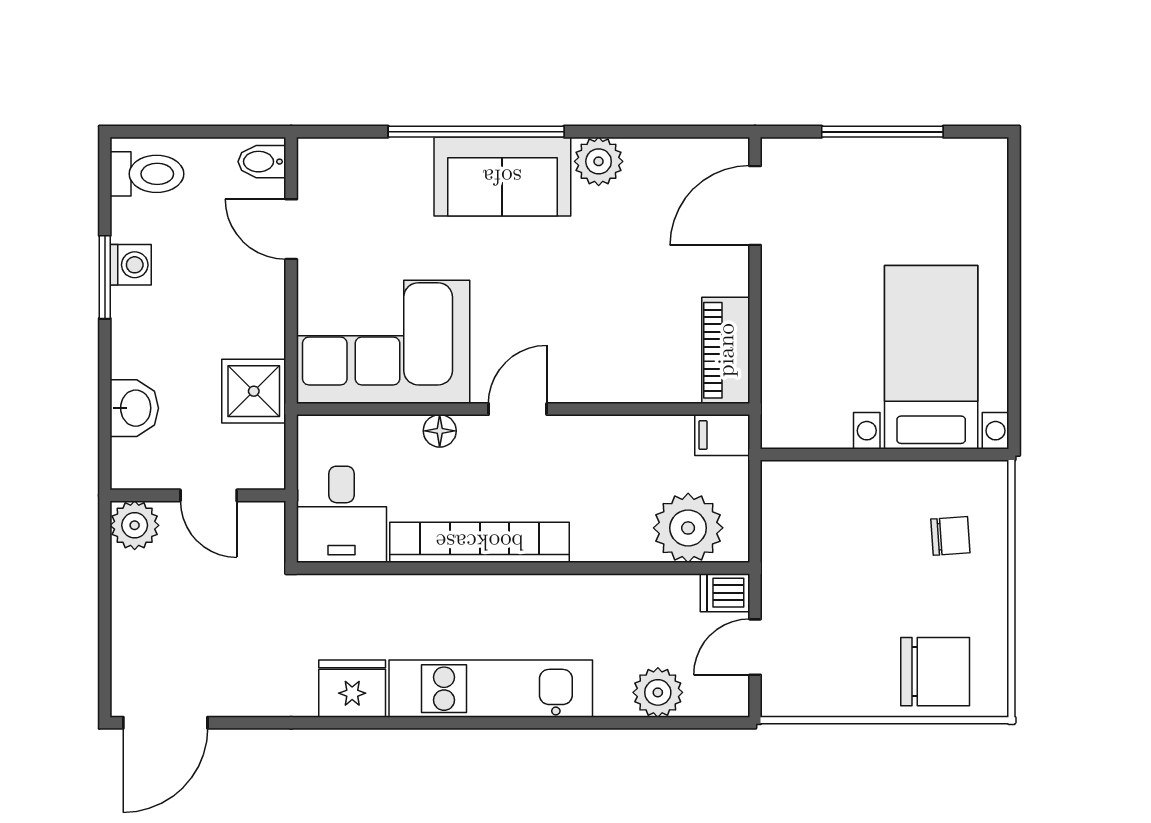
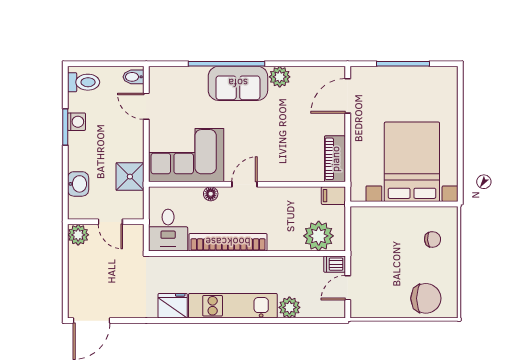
bed with nightstands: (931, 357) -> (412, 162), width x1.36
plant: (658, 692) -> (289, 307), moved

